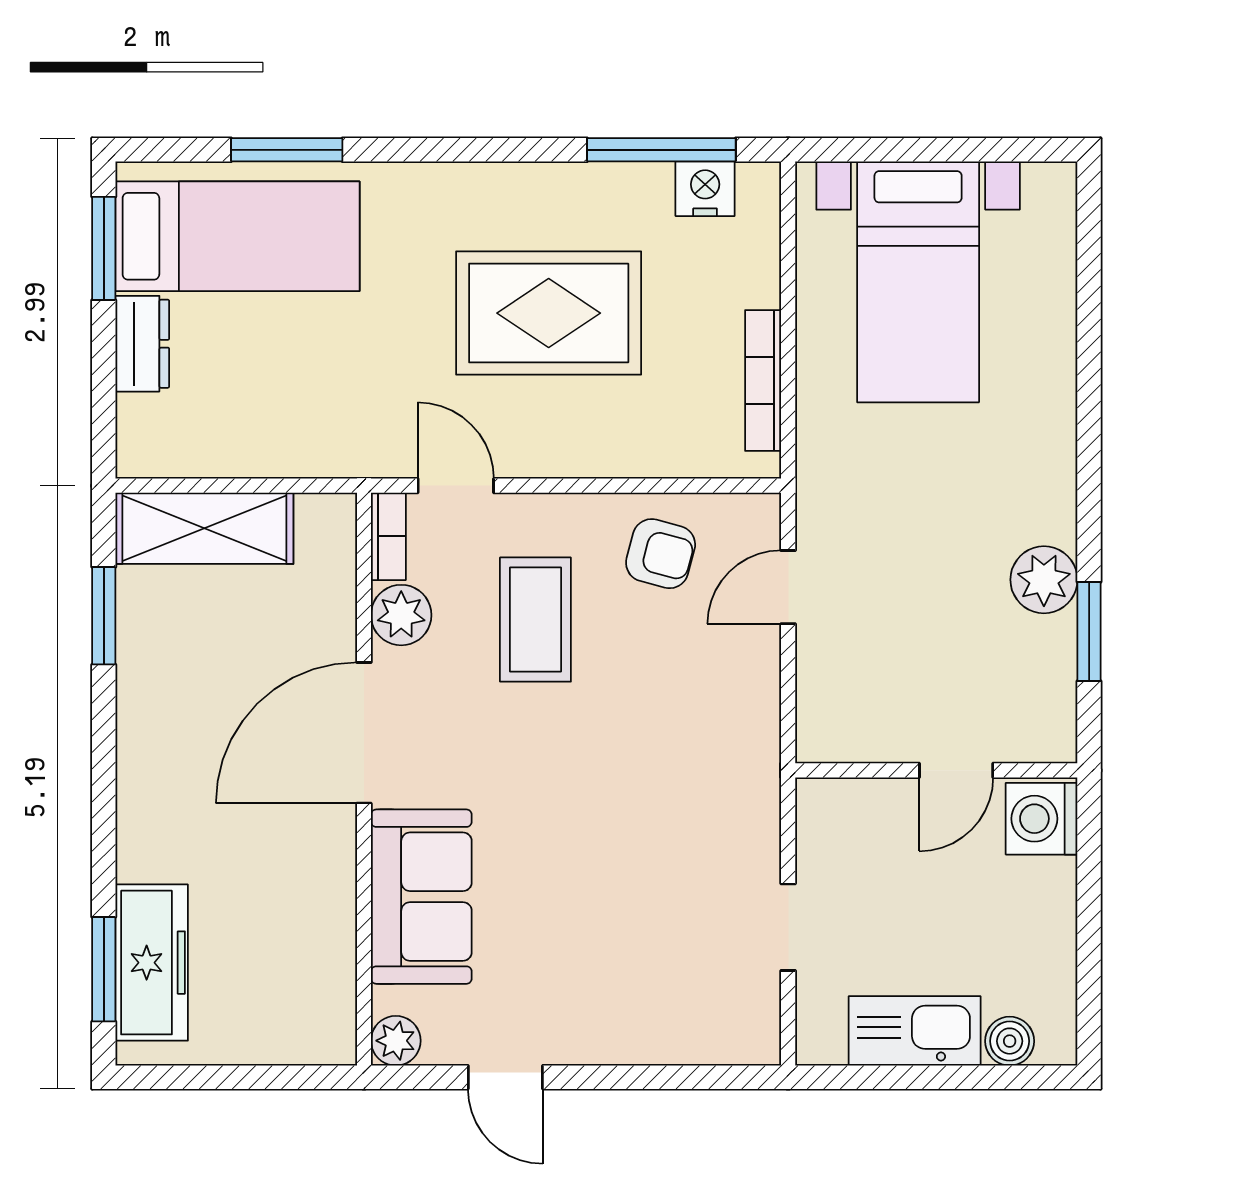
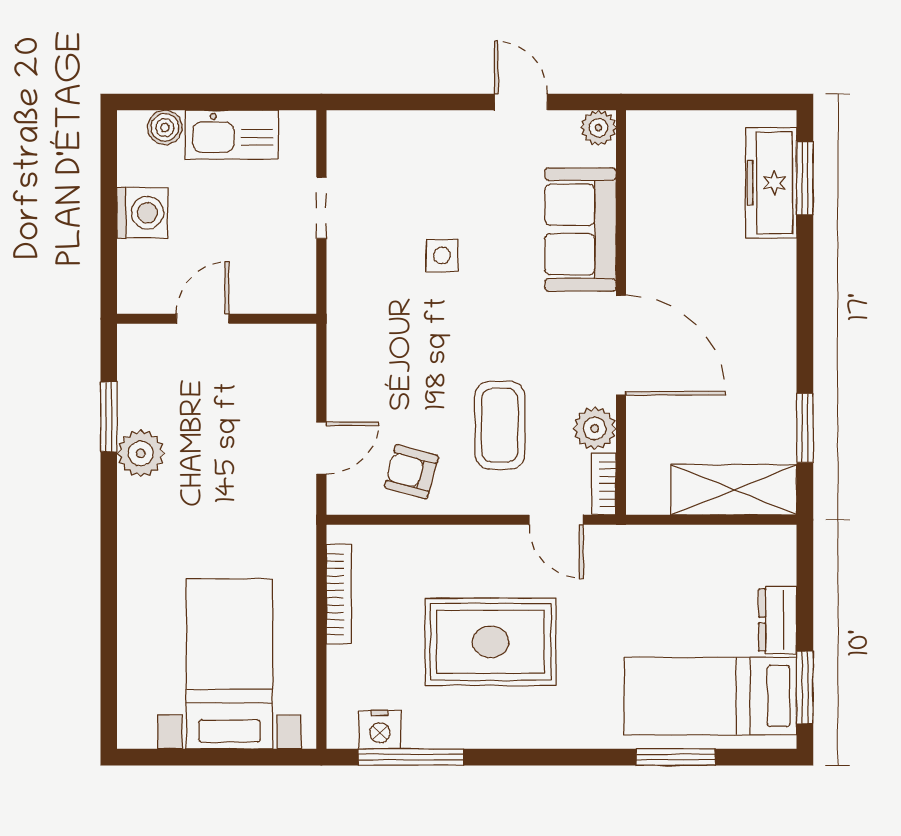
door: (364, 733) -> (621, 345), hinge flipped
washing machine: (1042, 819) -> (142, 213), moved
side table: (617, 860) -> (442, 255), added

